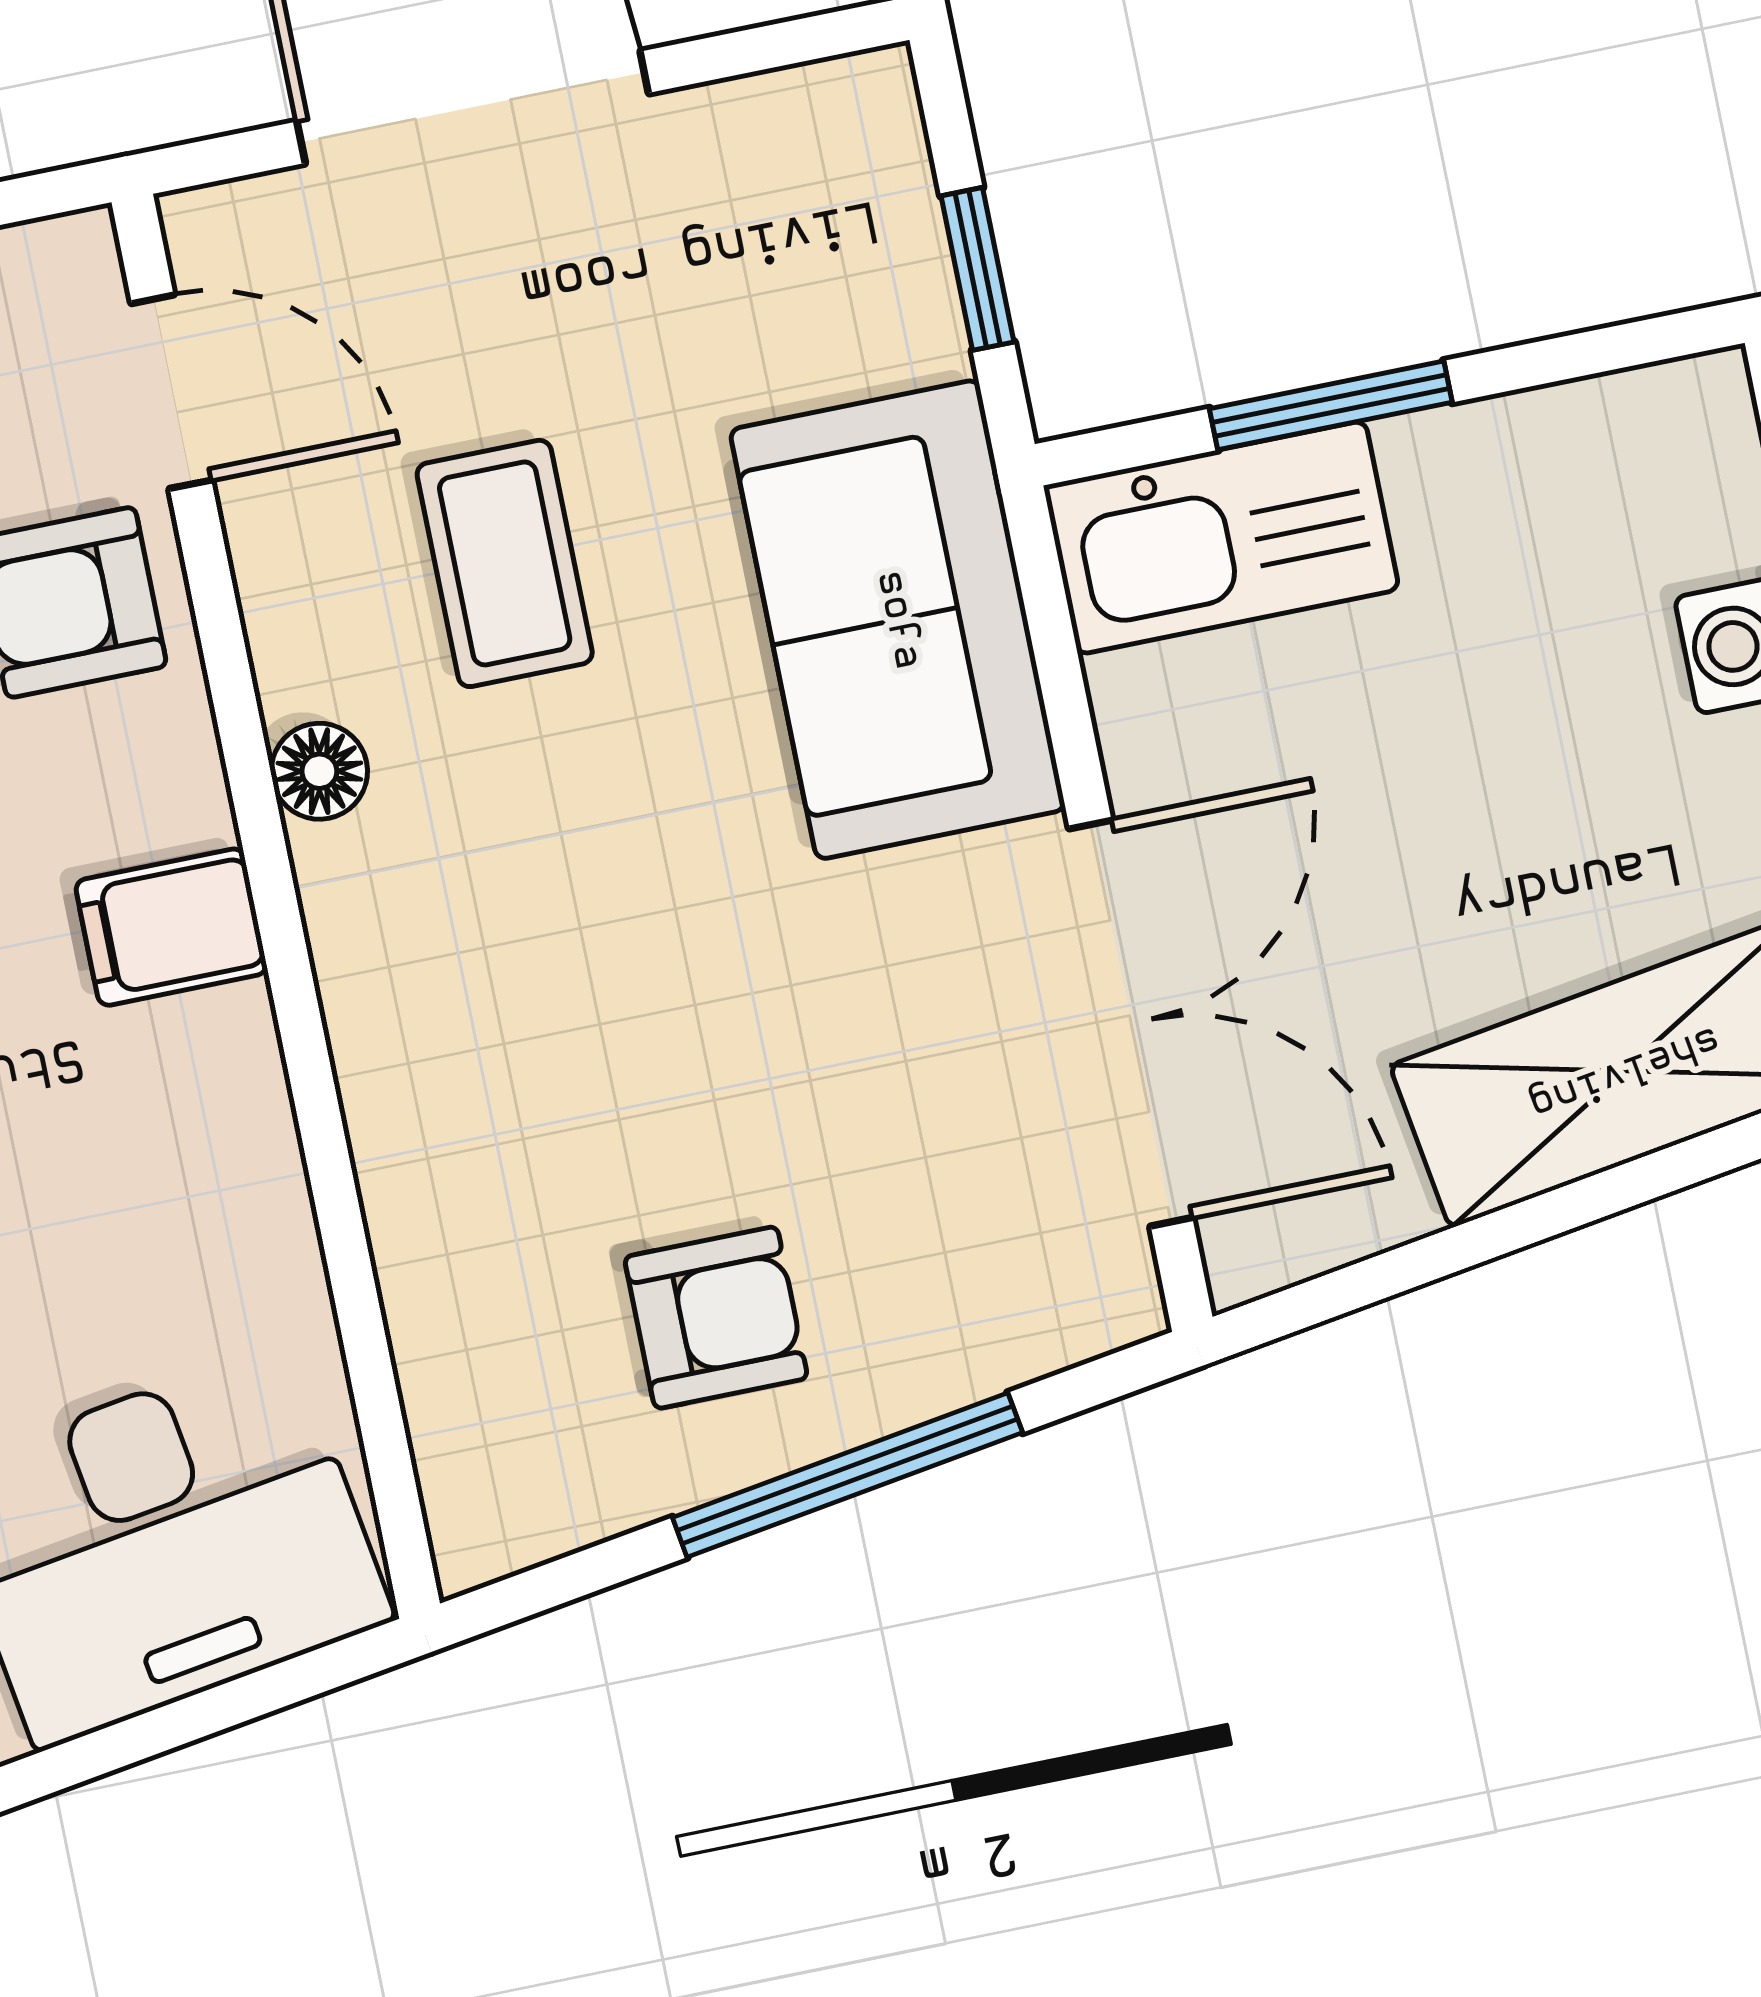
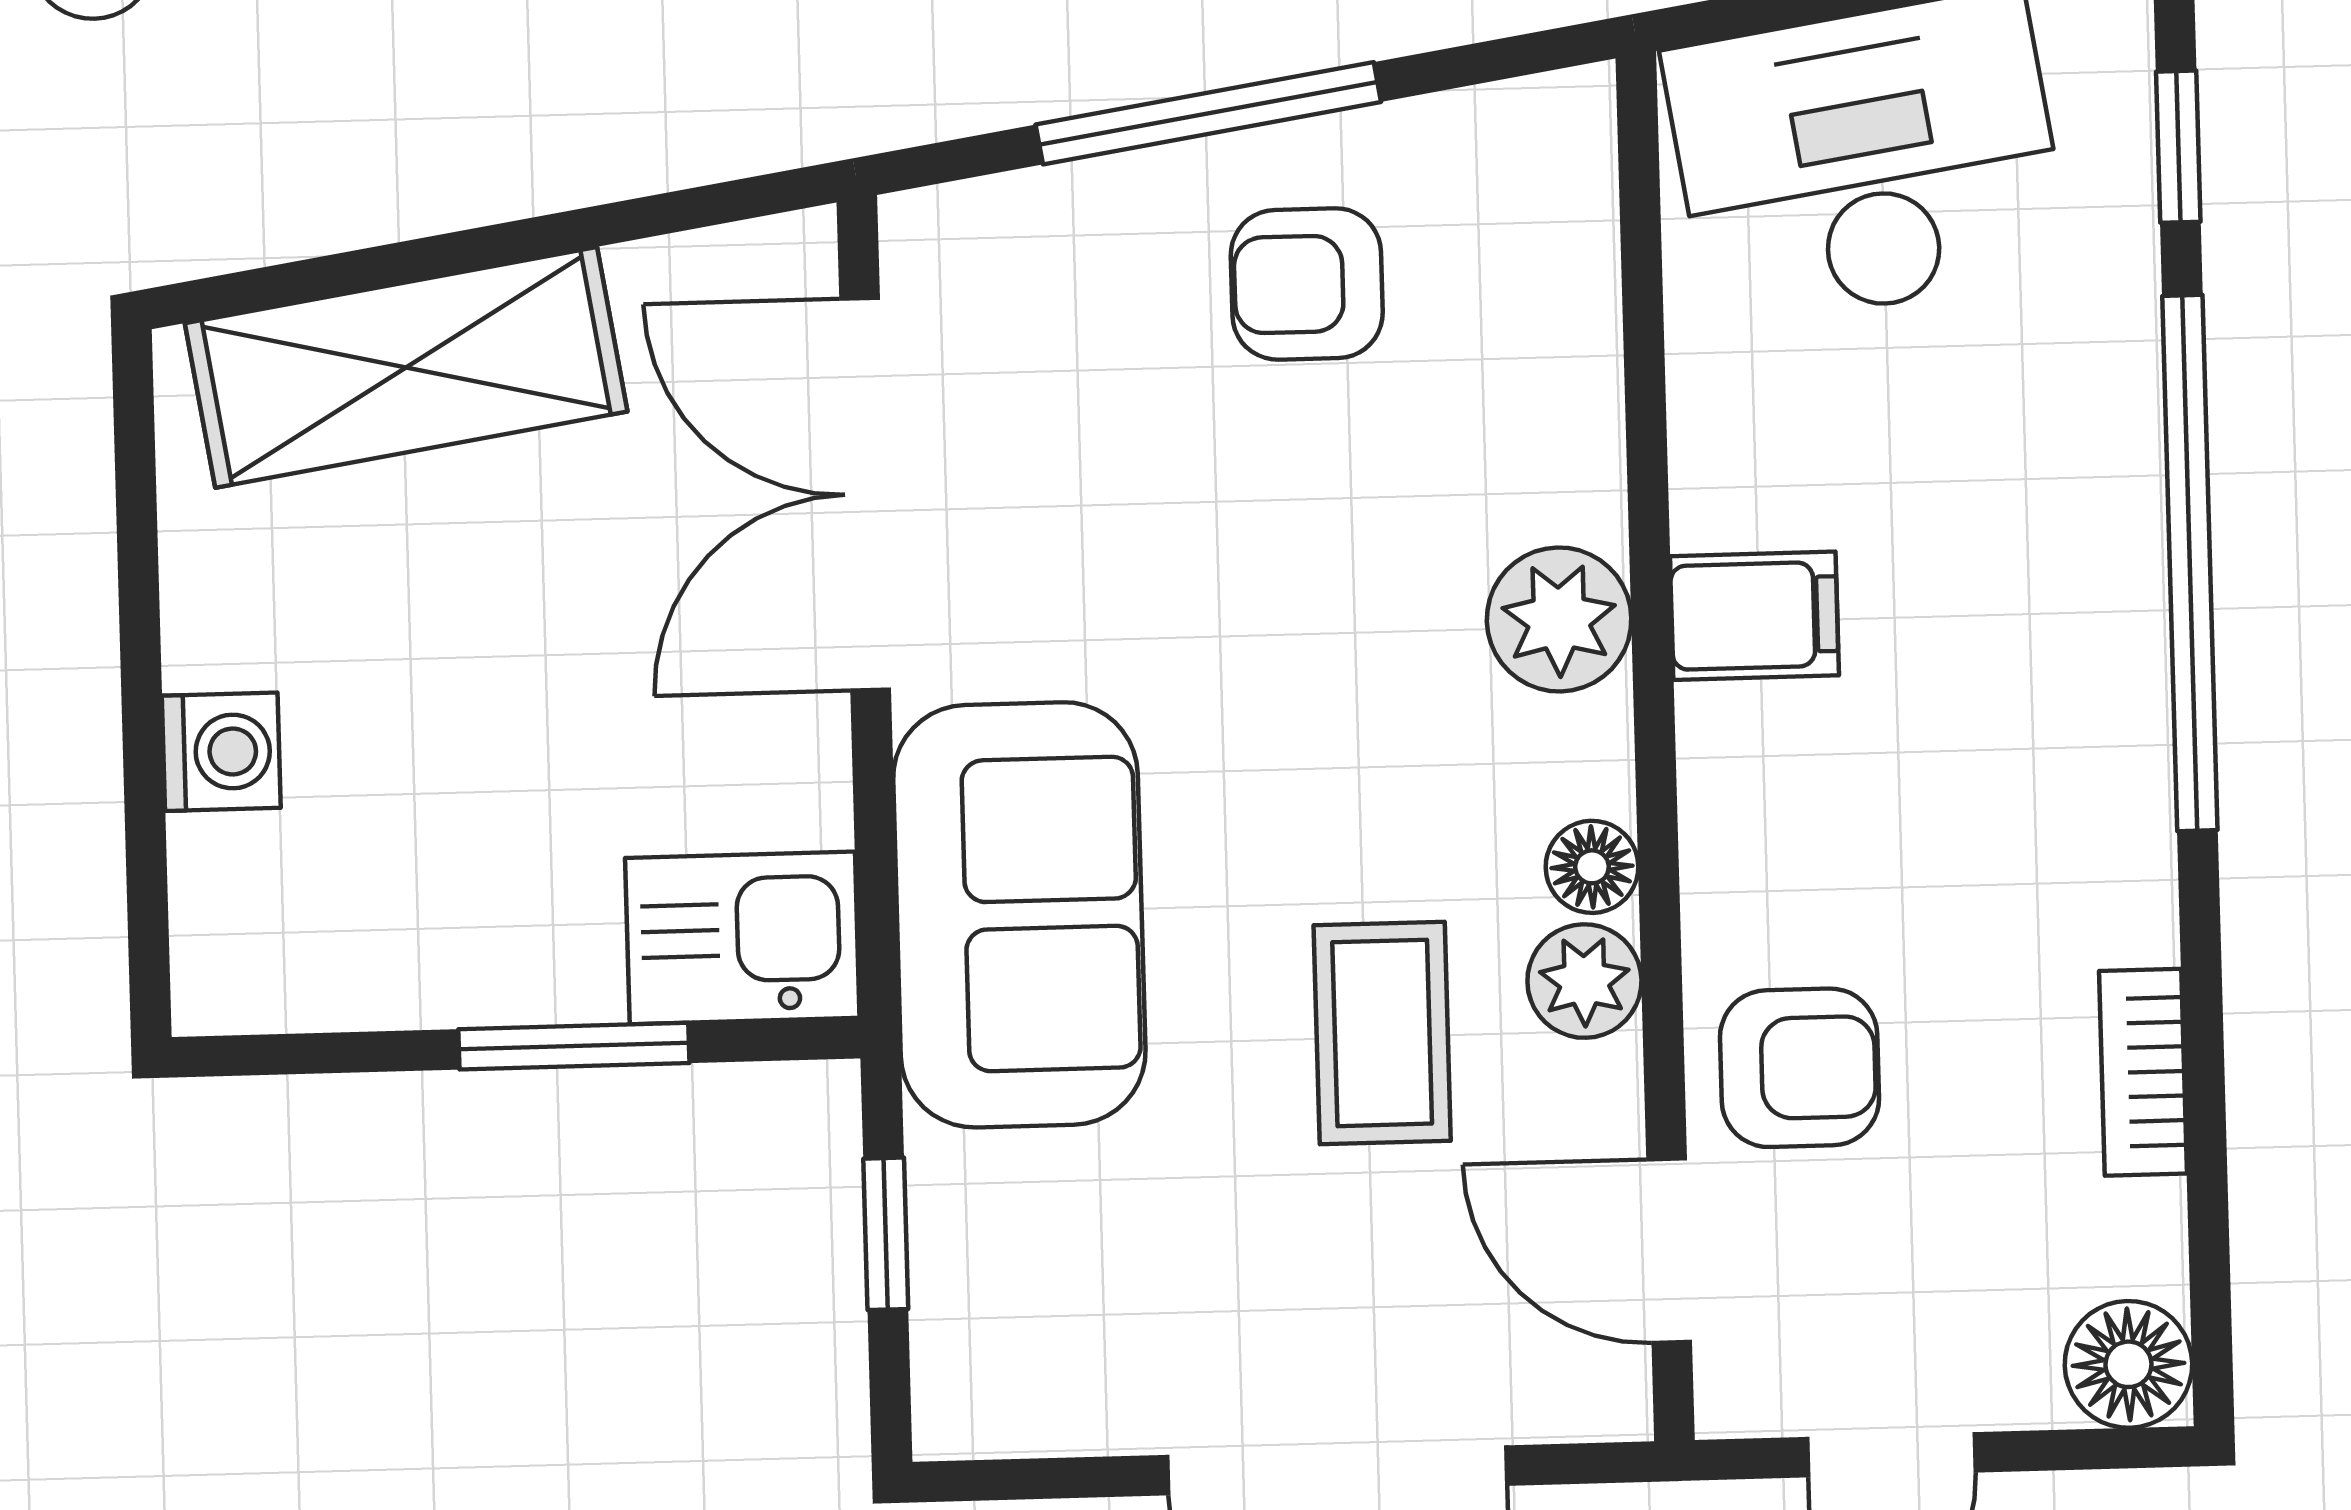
kitchen sink: (1221, 538) -> (742, 938), width x0.73
plant: (307, 653) -> (1584, 981), added
filing cabinet: (171, 927) -> (1754, 616), moved
plant: (397, 1019) -> (1559, 619), added

